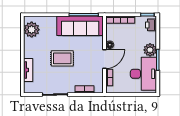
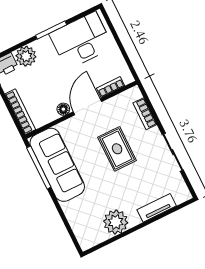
plant: (32, 30) -> (116, 222), moved
plant: (150, 50) -> (26, 56), moved
rug: (62, 58) -> (117, 149), moved
door: (105, 59) -> (87, 107), hinge flipped

